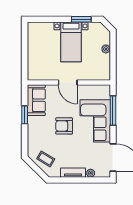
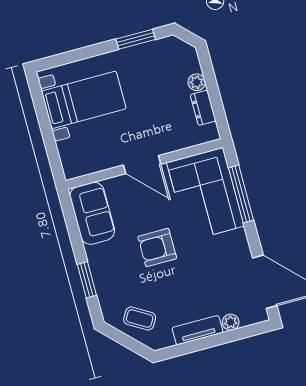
bed with nightstands: (71, 42) -> (84, 100), moved, turned -90
dresser: (106, 62) -> (203, 108), added
window: (25, 115) -> (87, 280), moved
corner sofa: (95, 121) -> (205, 194), moved

